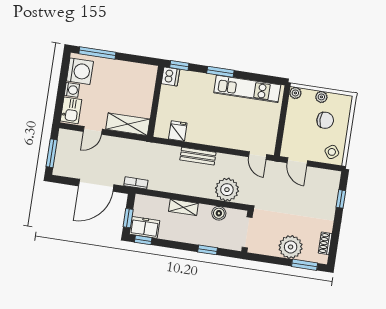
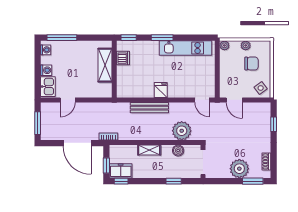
washing machine: (80, 71) -> (46, 50), width x0.53, depth x0.53
dishwasher: (170, 76) -> (123, 58), moved
shelving: (128, 124) -> (105, 65), moved, turned 90
fridge: (178, 131) -> (161, 90), moved
bench: (198, 156) -> (149, 108), width x1.36
door: (96, 185) -> (77, 143), hinge flipped

